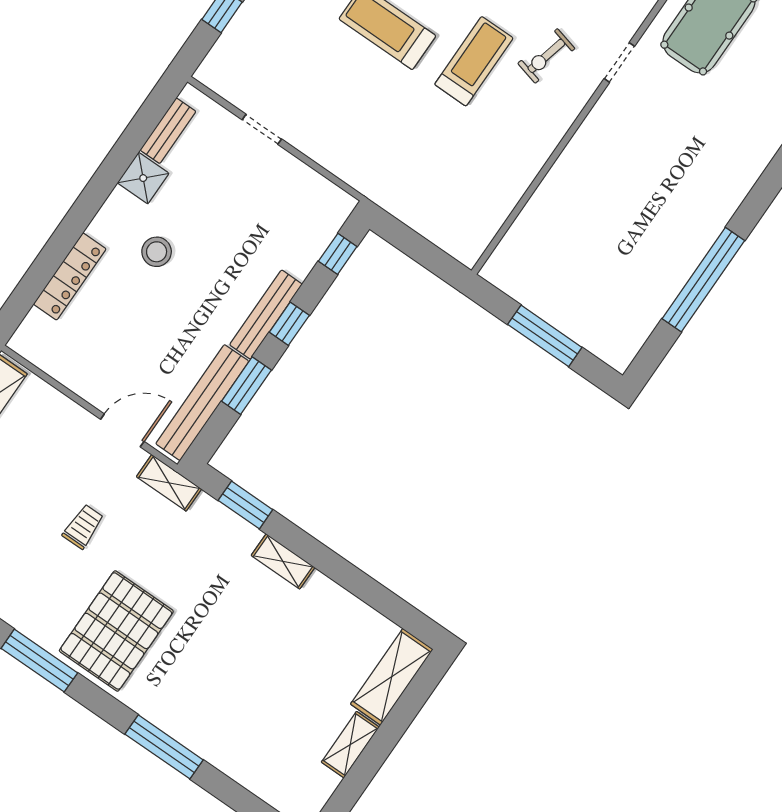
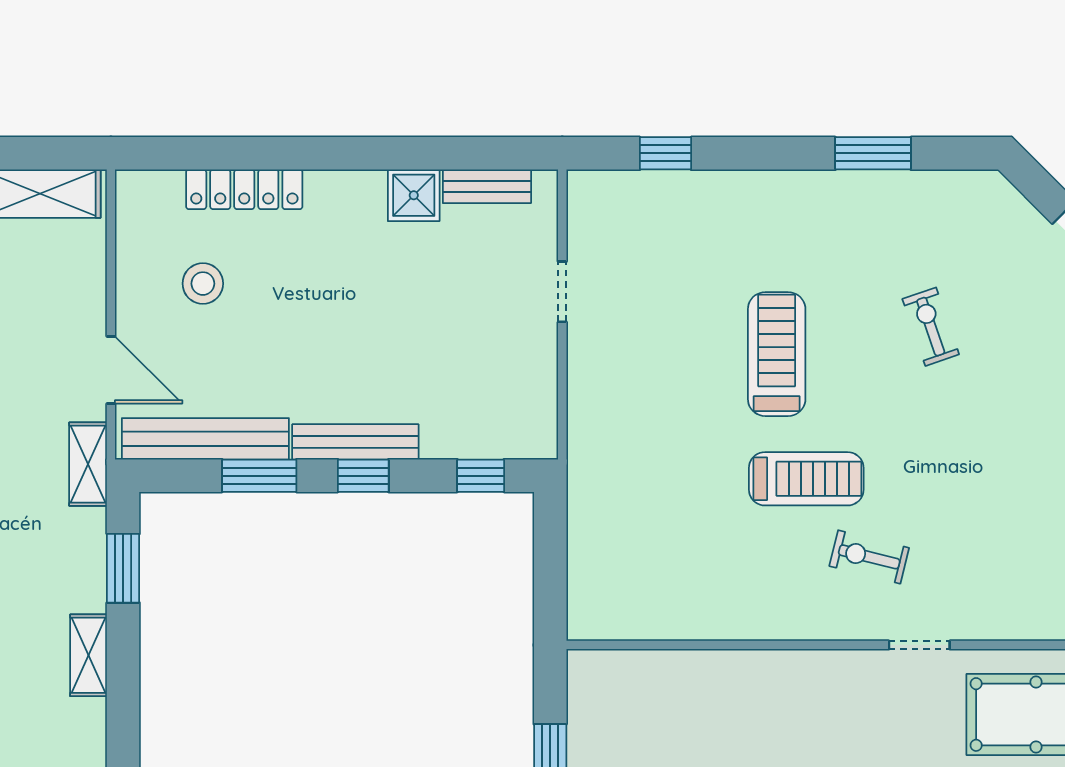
stool: (157, 252) -> (203, 284), moved

